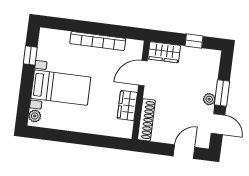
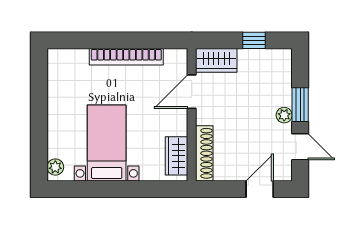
window: (30, 56) -> (39, 88), removed
bed with nightstands: (61, 88) -> (107, 143), moved, turned -90
wardrobe: (127, 106) -> (176, 156), moved

